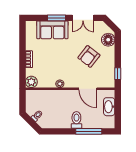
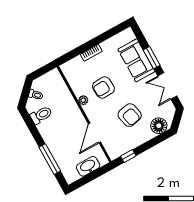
armchair: (89, 56) -> (130, 115), turned -140
armchair: (59, 64) -> (103, 88), added
plant: (31, 82) -> (68, 69), removed
toilet: (76, 120) -> (41, 115), moved

